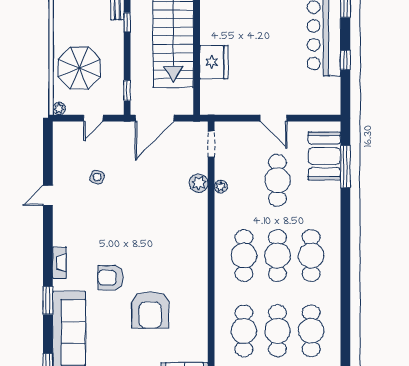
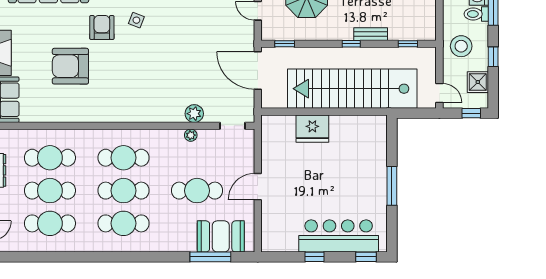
side table: (97, 177) -> (136, 20), moved

